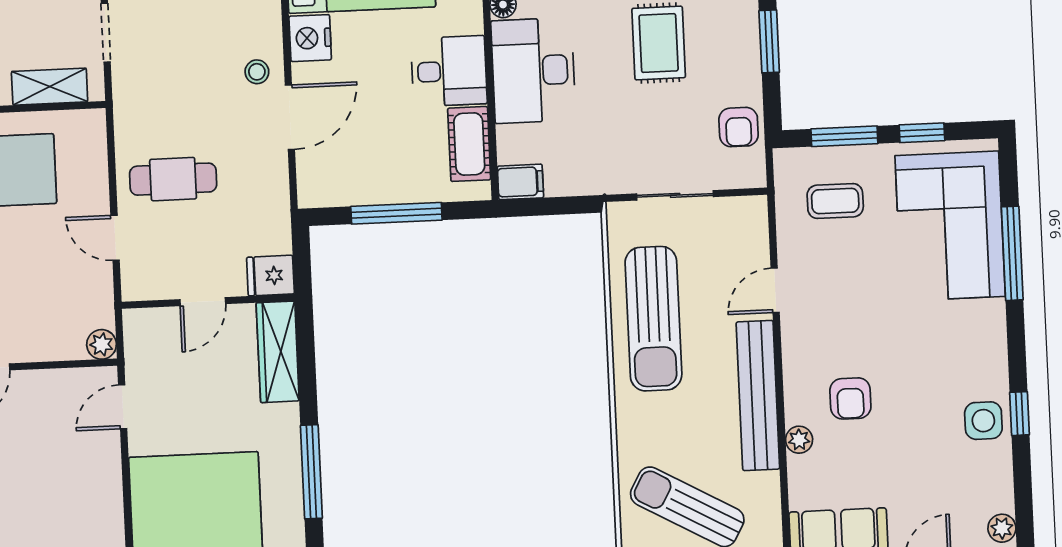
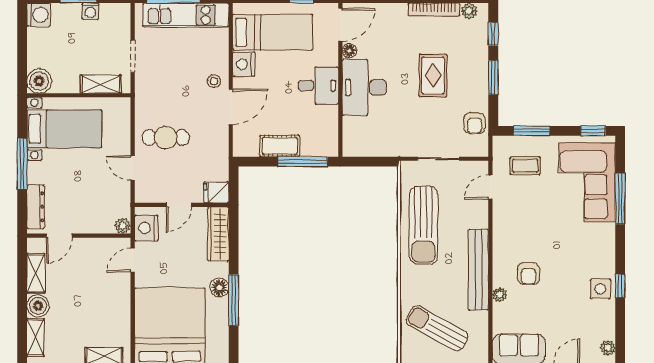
window: (922, 133) -> (593, 131), moved
cot: (469, 144) -> (280, 146), moved, turned 90
filing cabinet: (520, 182) -> (354, 148), removed
window: (396, 213) -> (303, 162), moved
door: (775, 290) -> (490, 187), moved
nightstand: (145, 347) -> (146, 228), added
floor lamp: (284, 450) -> (219, 288), added

